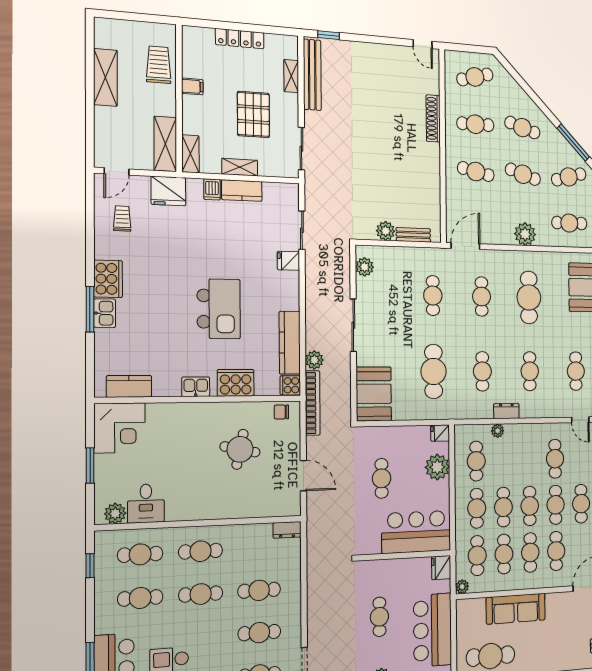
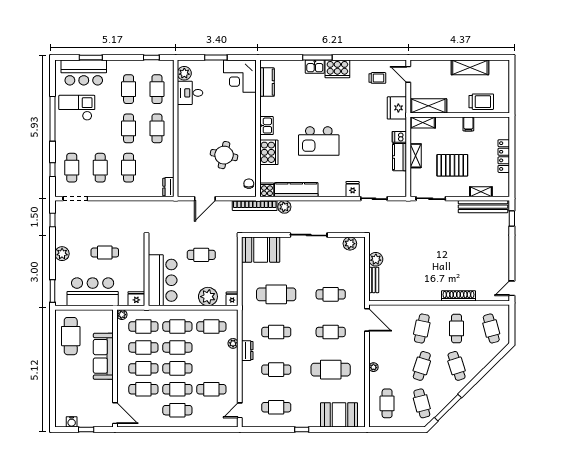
cafe table: (522, 128) -> (457, 366), turned -36
plant: (525, 234) -> (373, 367), width x0.53, depth x0.53

